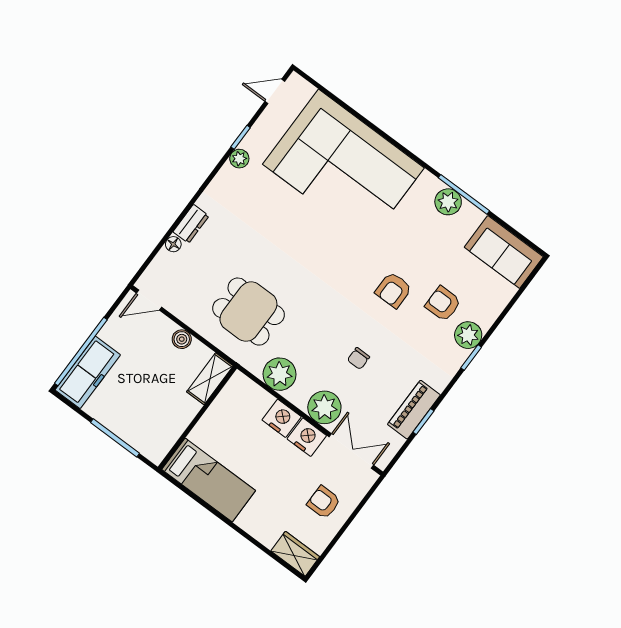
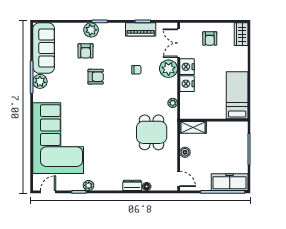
door: (275, 91) -> (48, 192), swing flipped
sofa: (504, 252) -> (44, 48), width x1.36
plant: (280, 374) -> (173, 103), width x0.53, depth x0.53

